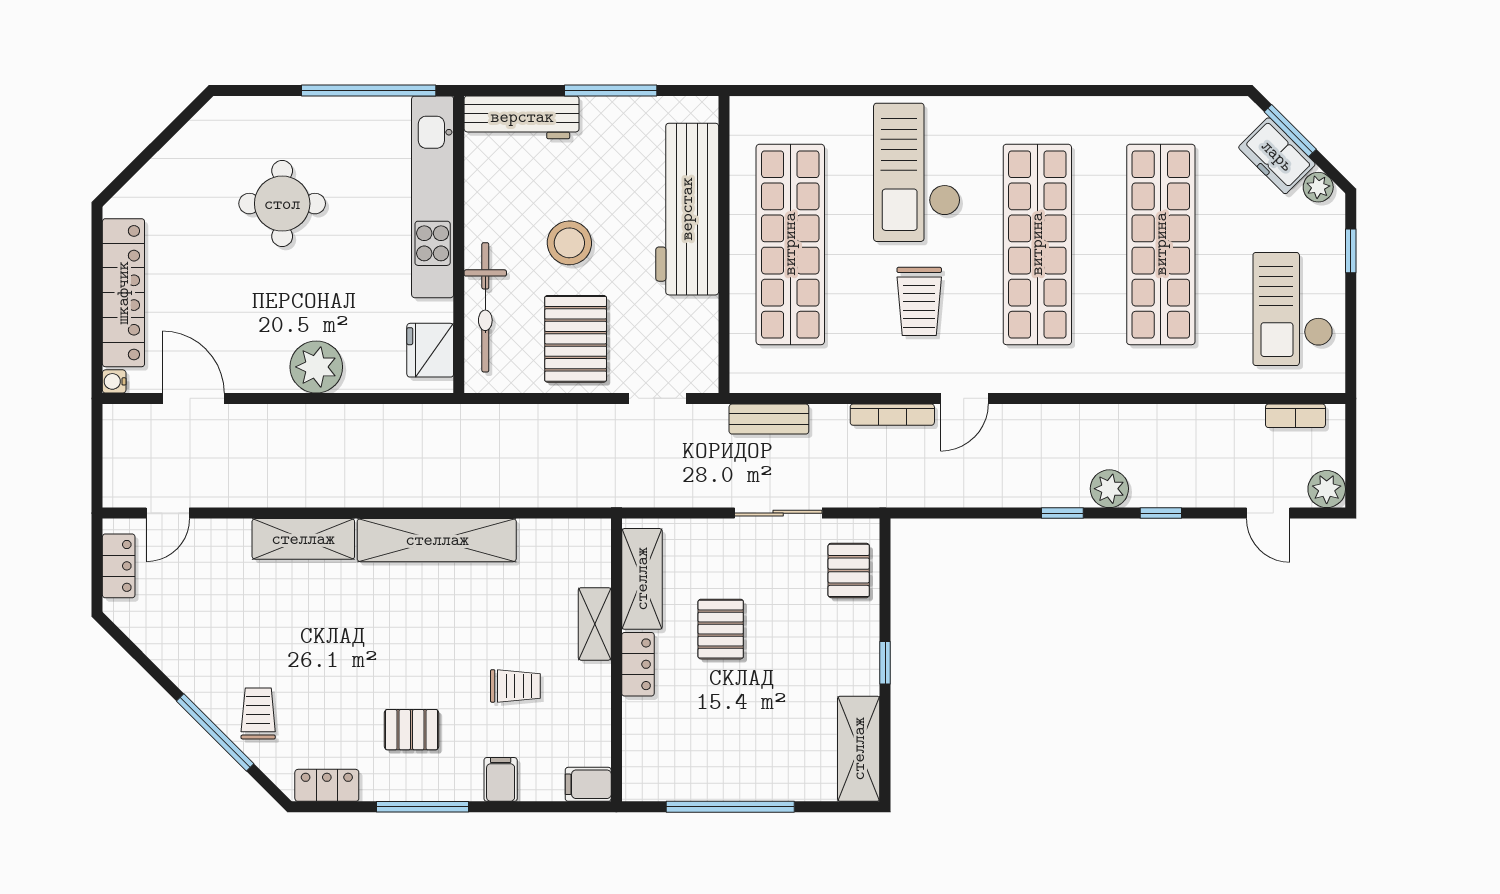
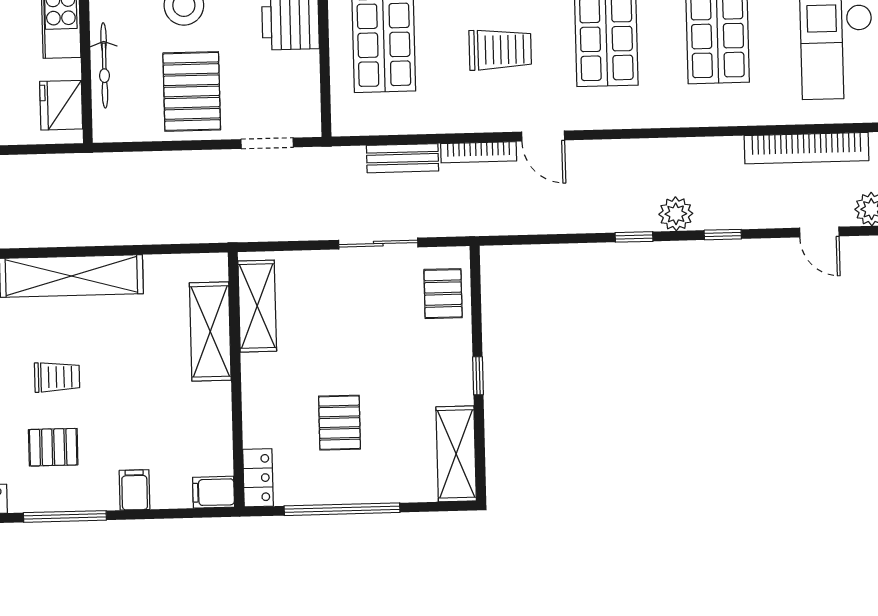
trolley: (919, 301) -> (500, 50), turned -90
bicycle: (485, 307) -> (104, 65), width x0.73, depth x0.71
door: (964, 398) -> (543, 136), hinge flipped
bookcase: (1295, 416) -> (806, 148), width x2.31, depth x1.31
bench: (769, 419) -> (403, 158), moved
shelving: (595, 624) -> (210, 331), width x1.50, depth x1.33
pallet: (721, 629) -> (340, 423), moved
locker: (638, 664) -> (258, 478), moved
trolley: (515, 686) -> (57, 377), moved

